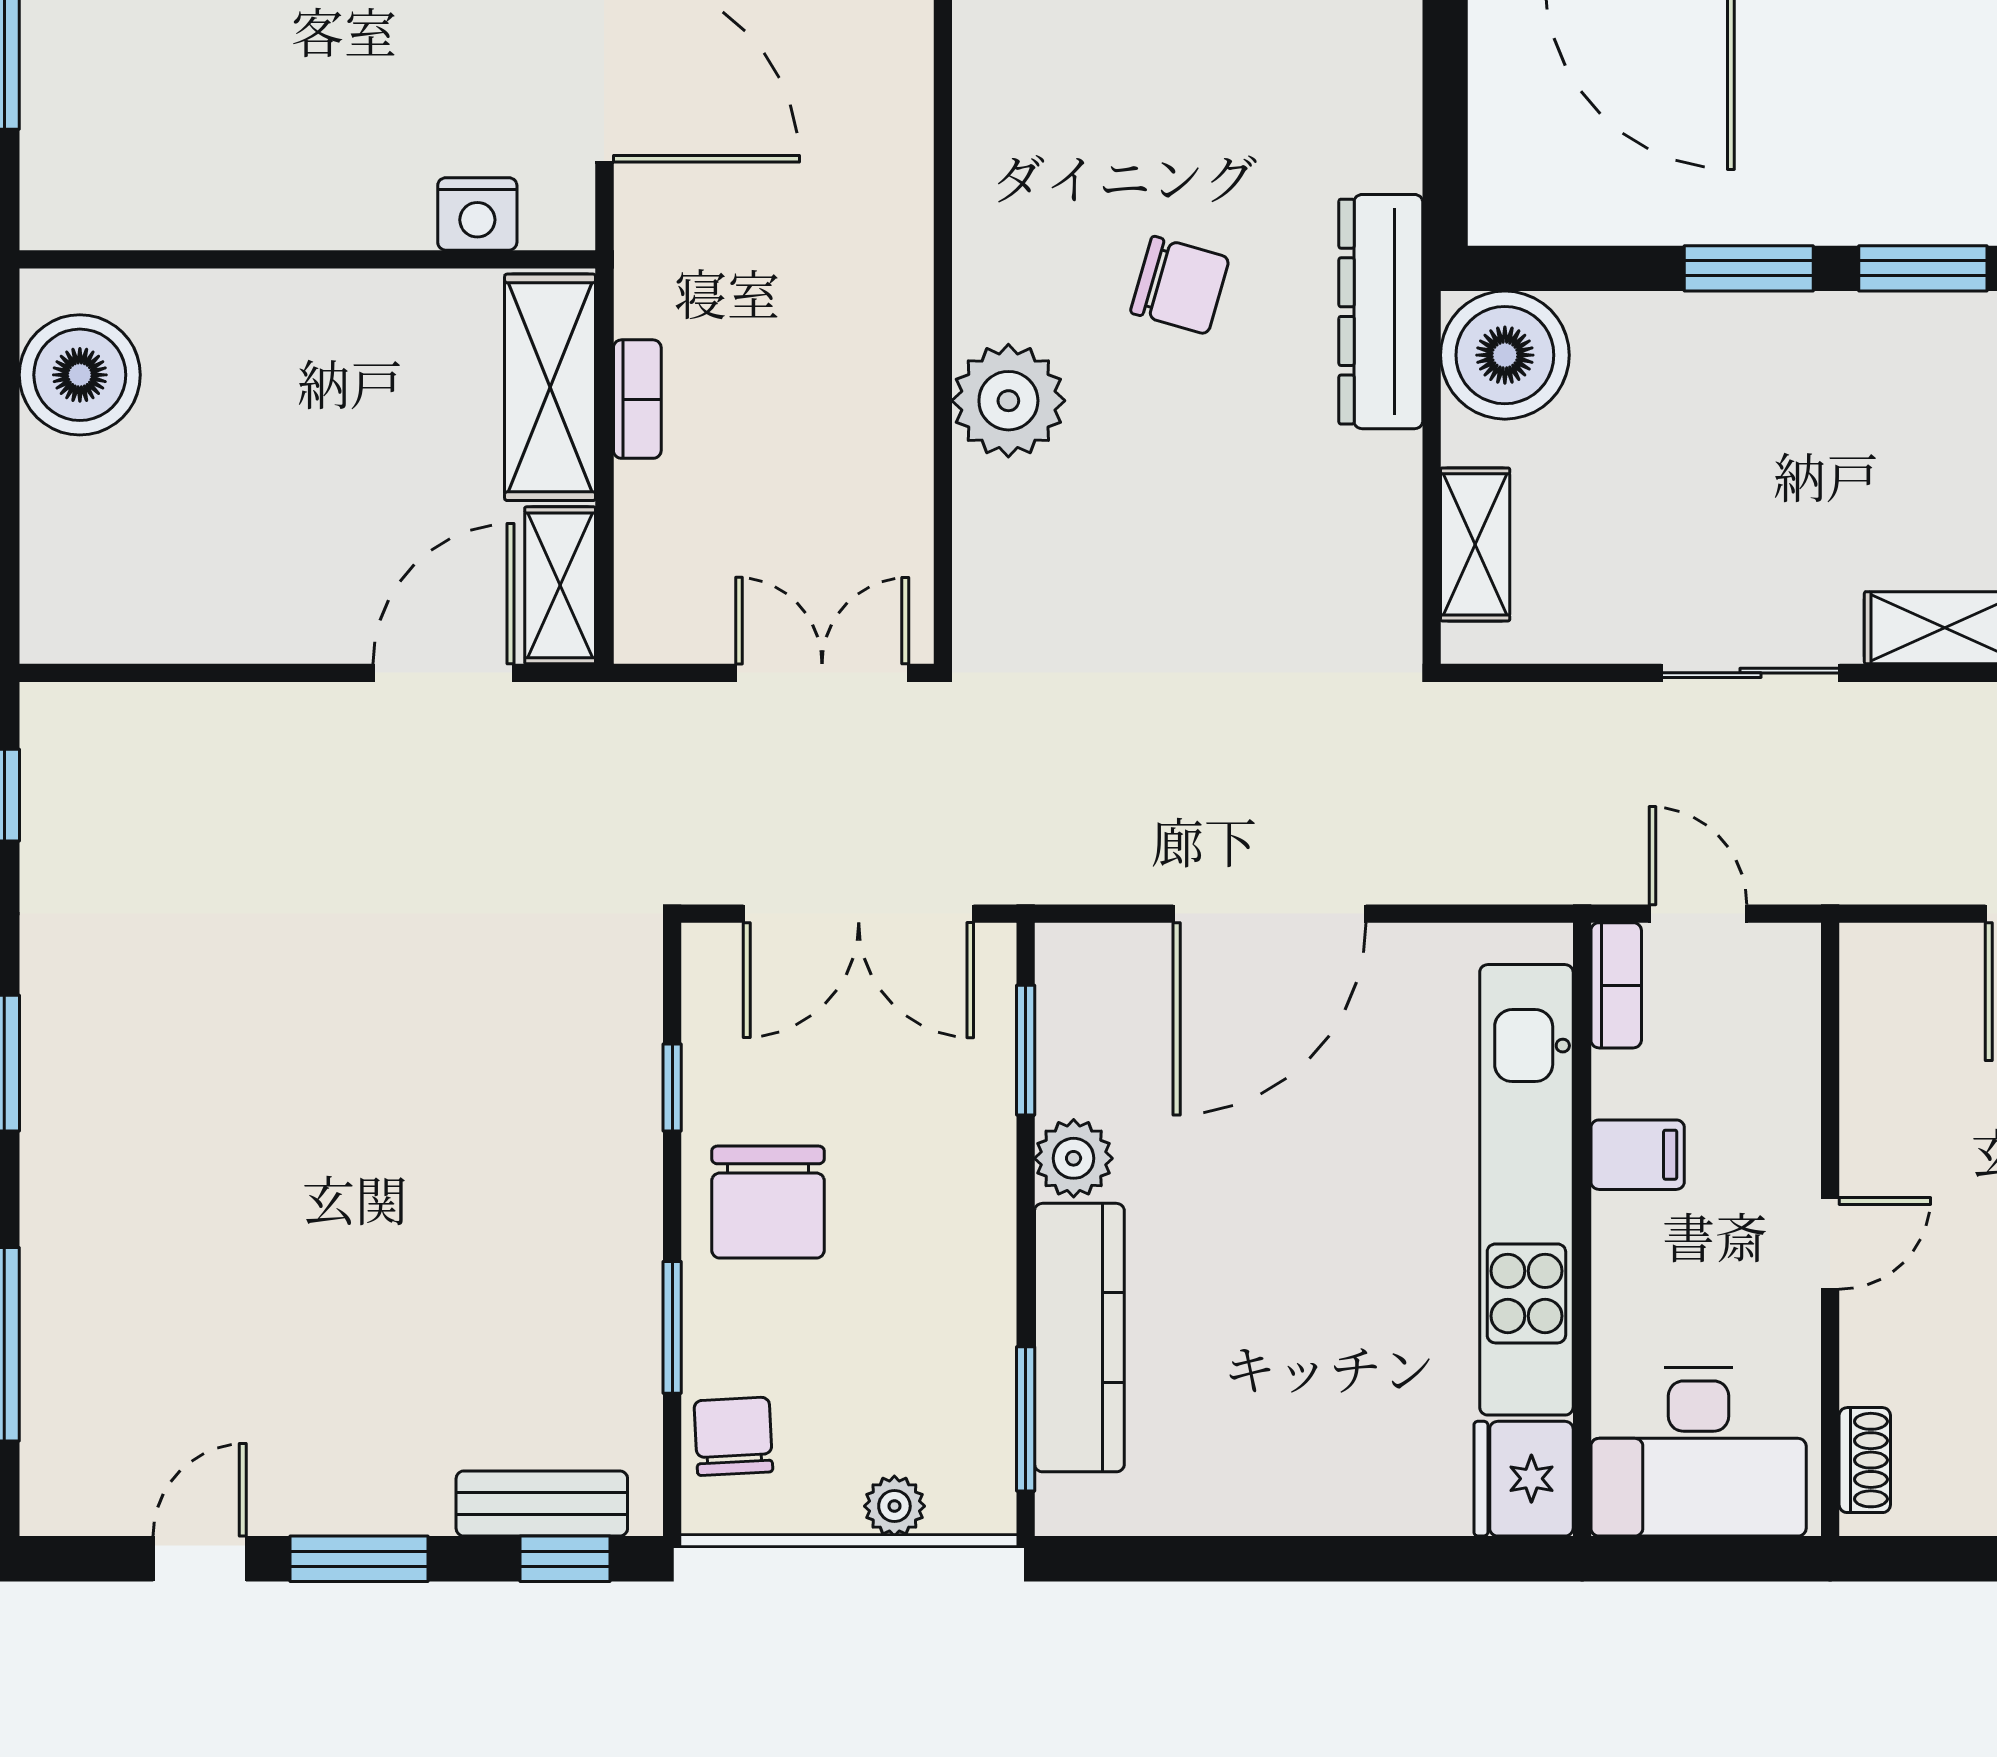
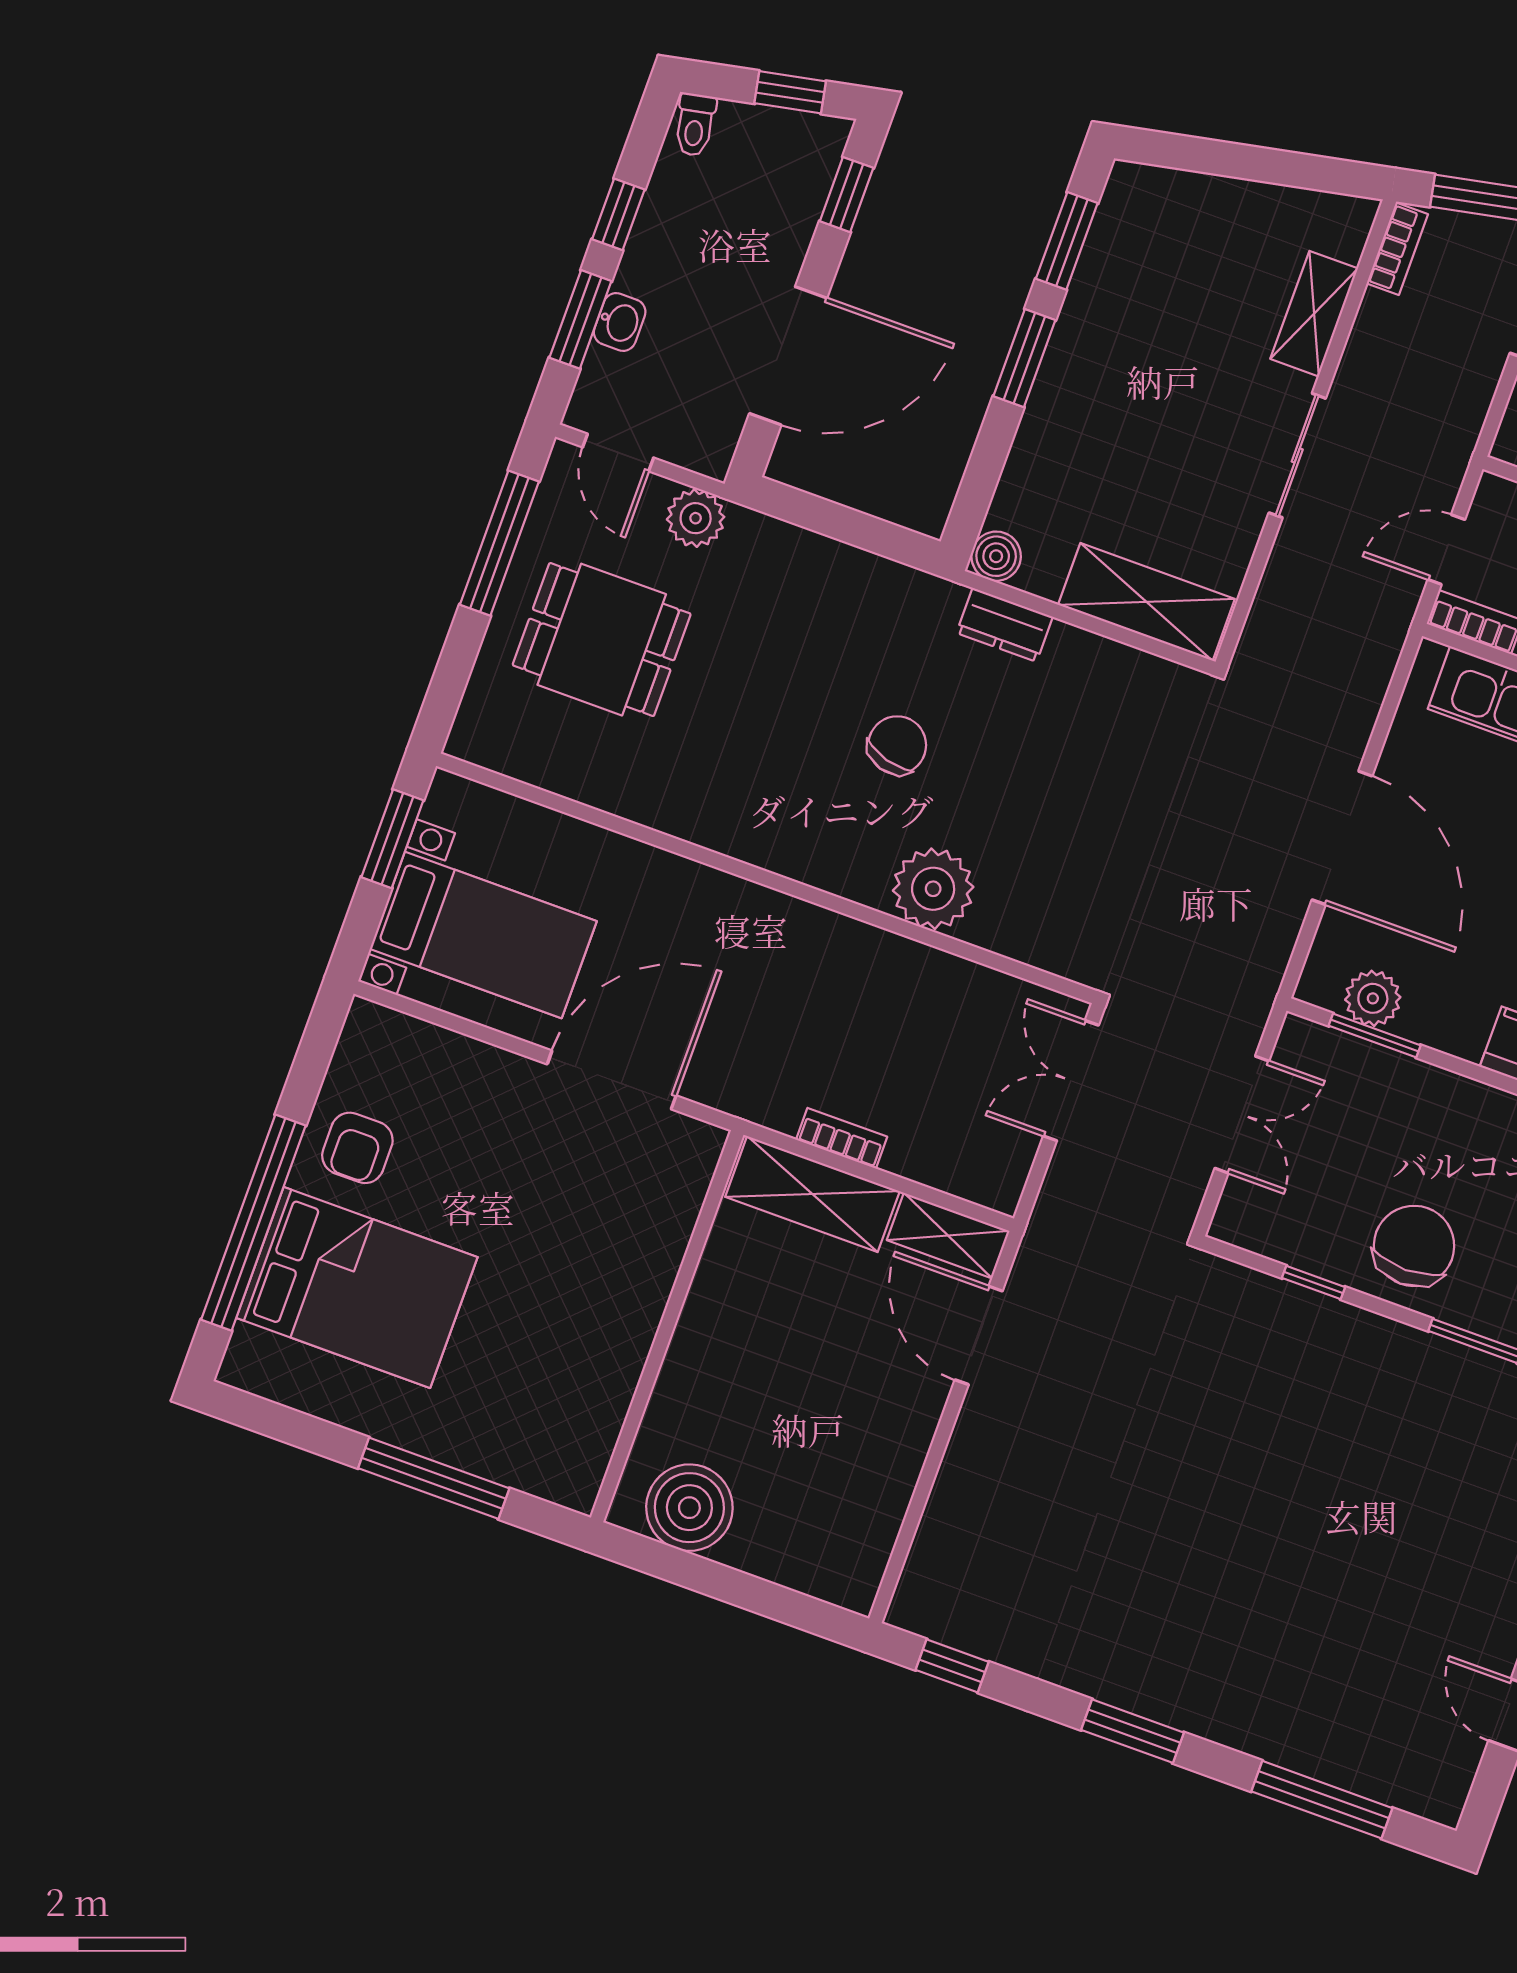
nightstand: (477, 214) -> (678, 1201), removed
dresser: (1381, 312) -> (1005, 625), width x0.51, depth x0.80
boiler: (1505, 355) -> (996, 556), width x0.54, depth x0.54
shelving: (1475, 544) -> (1146, 602), width x1.50, depth x1.33
double door: (859, 914) -> (1242, 1115), width x0.73
plant: (1074, 1158) -> (1373, 998), moved
chair: (768, 1202) -> (1414, 1246), turned -90

